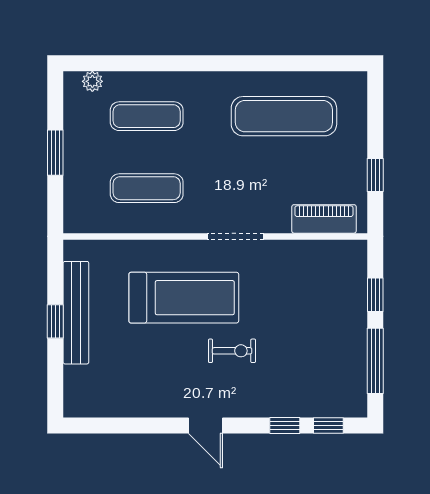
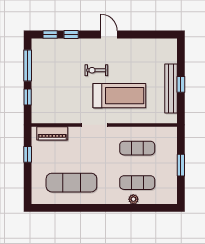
plant: (92, 81) -> (133, 199), moved
treadmill: (184, 298) -> (119, 96), turned 180

